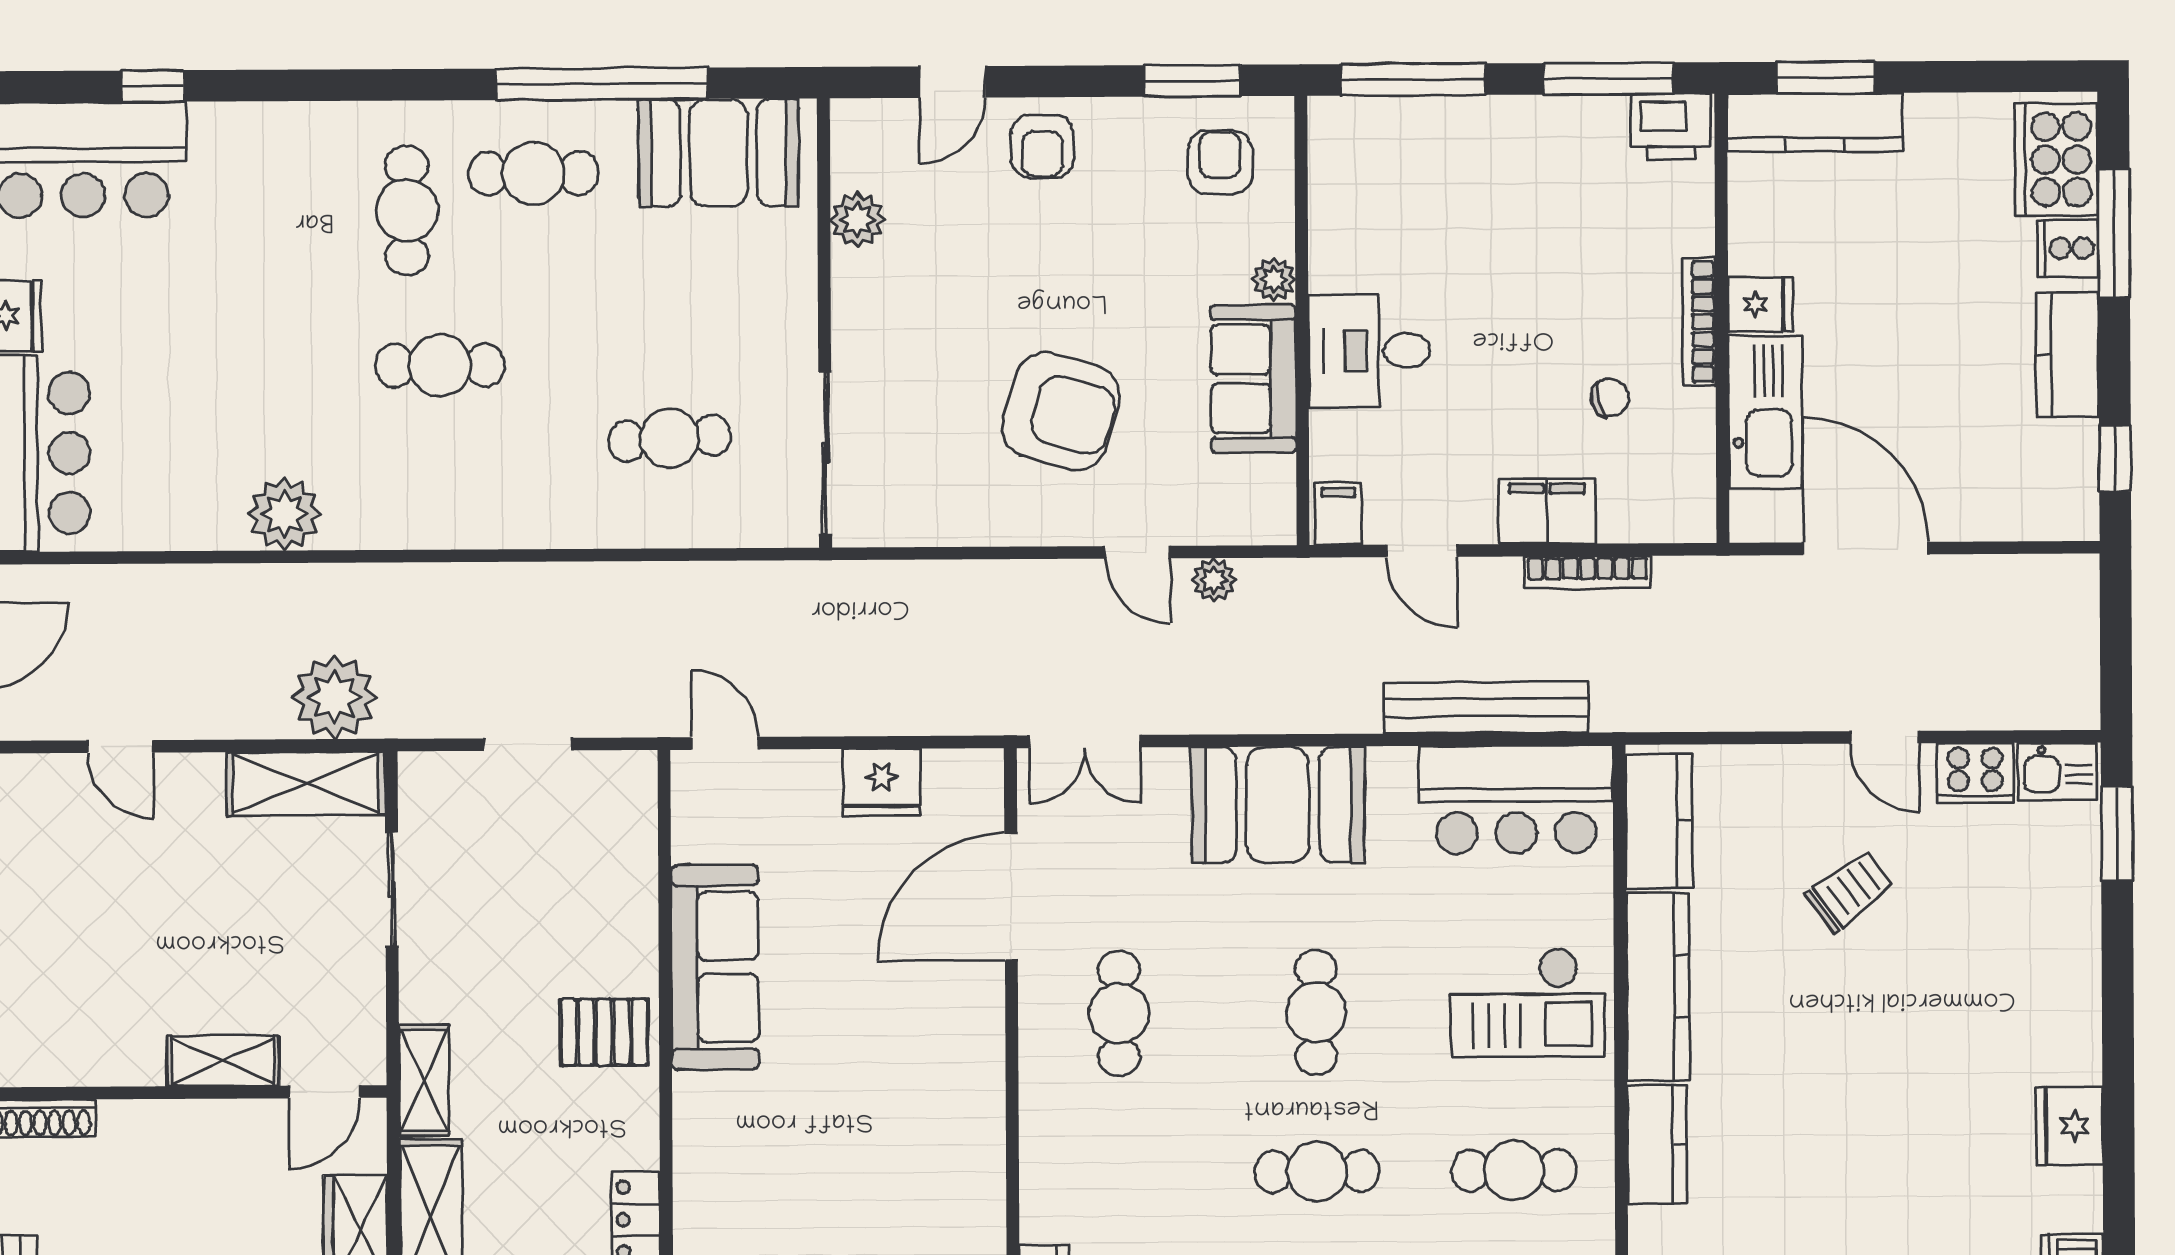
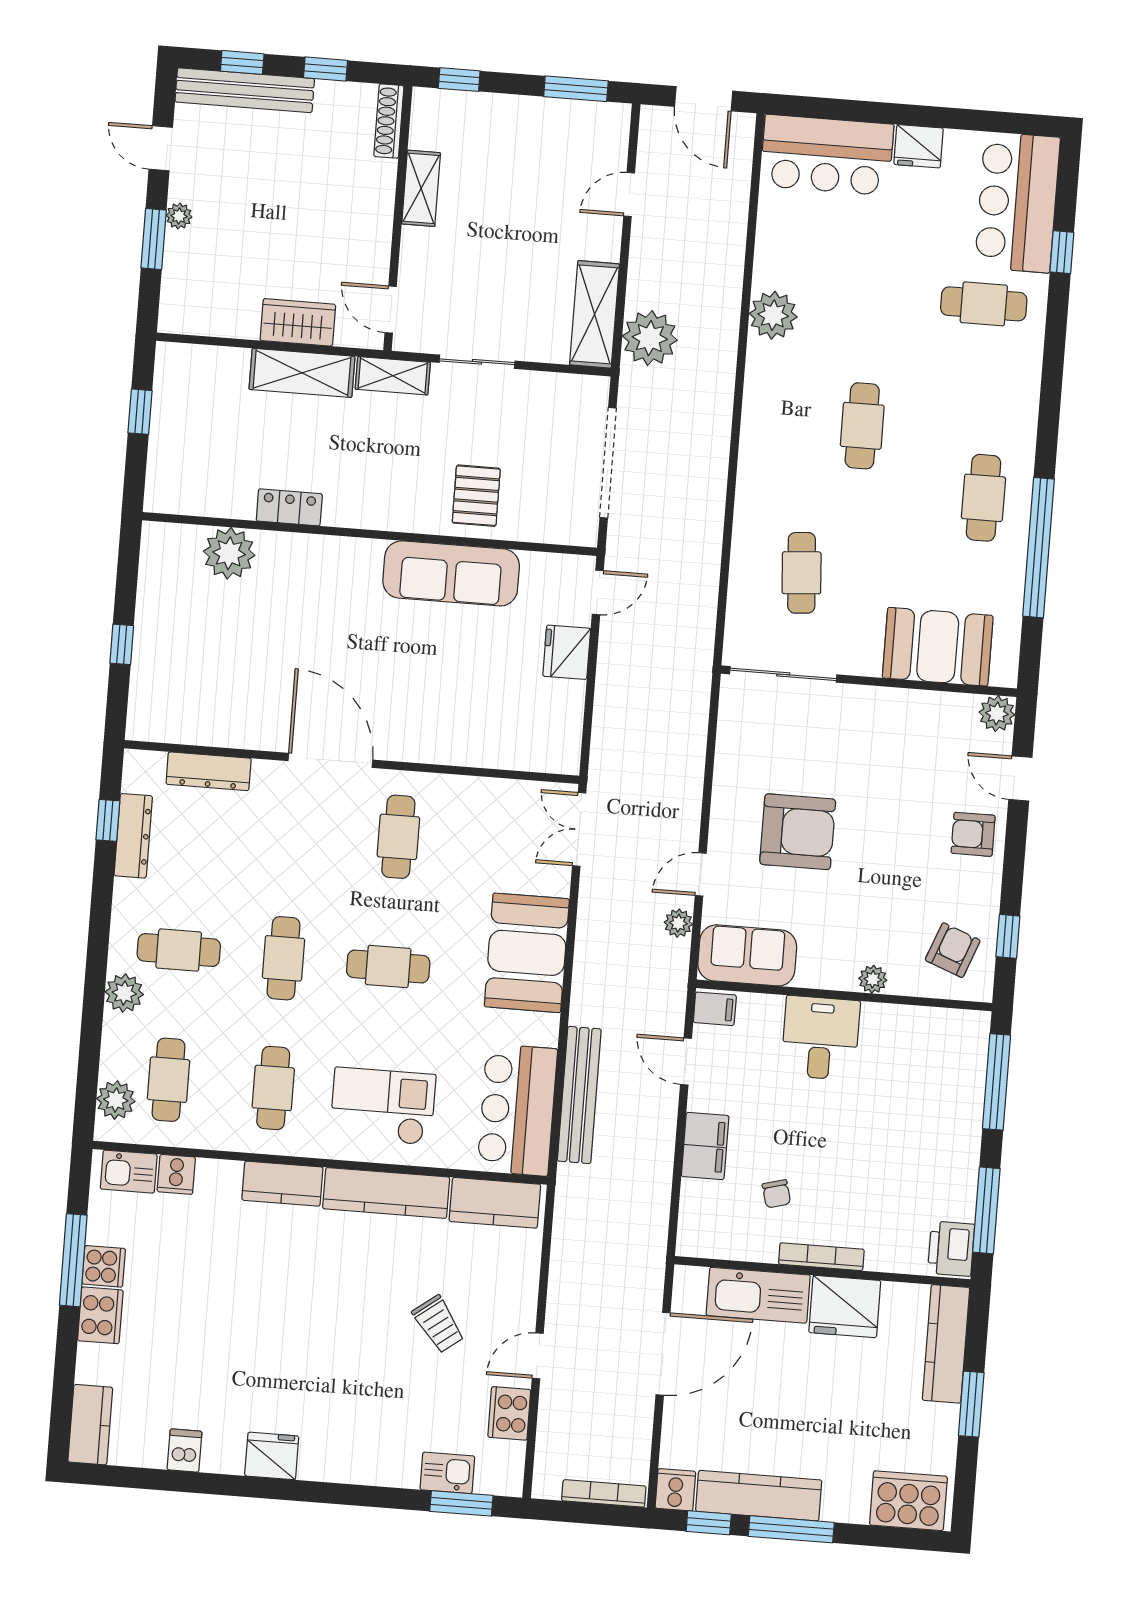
window: (1826, 77) -> (971, 1404), moved
window: (1192, 81) -> (1008, 936), width x0.67
booth: (719, 153) -> (938, 647), moved, turned 90
armchair: (1220, 162) -> (953, 950), turned -69
cafe table: (407, 210) -> (984, 304), moved
plant: (858, 220) -> (997, 714), moved
window: (2114, 234) -> (791, 1529), moved
cooker: (2068, 248) -> (675, 1490), moved
fridge: (1761, 304) -> (845, 1307), width x1.88, depth x1.34
kitchen counter: (2068, 355) -> (759, 1496), width x1.50
sofa: (1253, 379) -> (747, 955), moved
armchair: (1061, 411) -> (798, 832), turned -107
door: (1422, 551) -> (686, 1061), hinge flipped
bookcase: (1587, 572) -> (604, 1493), moved, turned 90
doorway: (528, 744) -> (608, 463), width x1.87
kitchen sink: (2057, 771) -> (447, 1473), moved, turned 90
fridge: (882, 782) -> (567, 652), moved
sliding door: (392, 889) -> (477, 362), moved
door: (1011, 896) -> (330, 760), moved
checkout: (1528, 1003) -> (383, 1106), turned 90
cafe table: (1119, 1013) -> (398, 837), turned 90
pallet: (604, 1032) -> (476, 496), moved
shelving: (223, 1061) -> (421, 188), moved

